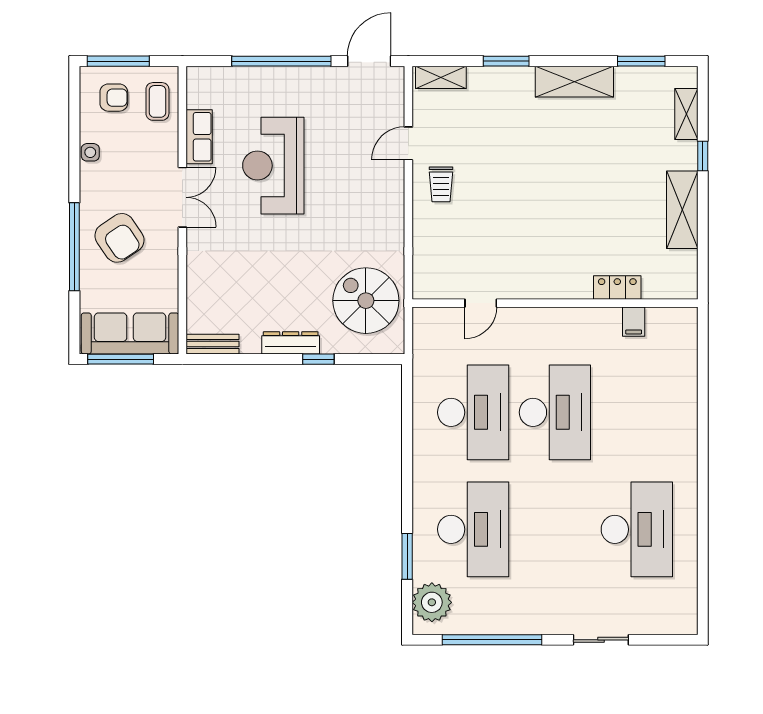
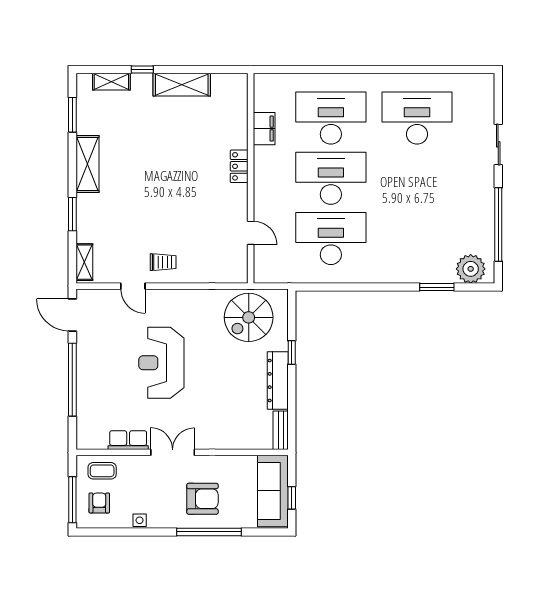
reception desk: (273, 166) -> (161, 363), moved, turned 90
armchair: (119, 238) -> (202, 499), turned 34
locker: (617, 288) -> (239, 166), moved
filing cabinet: (634, 322) -> (264, 129), width x2.00
dresser: (291, 343) -> (278, 381), width x1.37, depth x1.24
window: (121, 359) -> (292, 498), width x0.46
desk: (473, 529) -> (331, 118), moved

